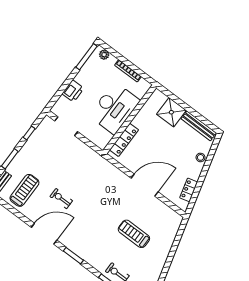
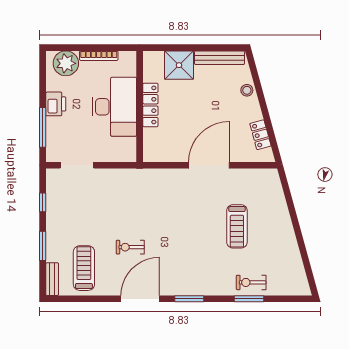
plant: (104, 55) -> (66, 63), width x1.88, depth x1.88
window: (86, 57) -> (43, 127), moved
printer: (73, 91) -> (56, 104), moved
locker: (124, 140) -> (150, 105), moved
treadmill: (134, 234) -> (237, 226), turned -90

